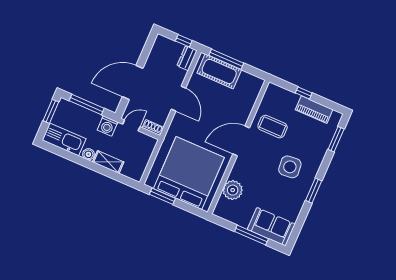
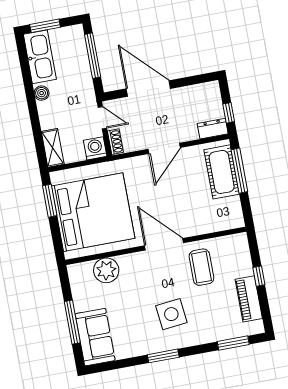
window: (51, 111) -> (45, 26), moved
washing machine: (107, 126) -> (95, 148), moved, turned 90
shelving: (108, 162) -> (53, 148), moved

